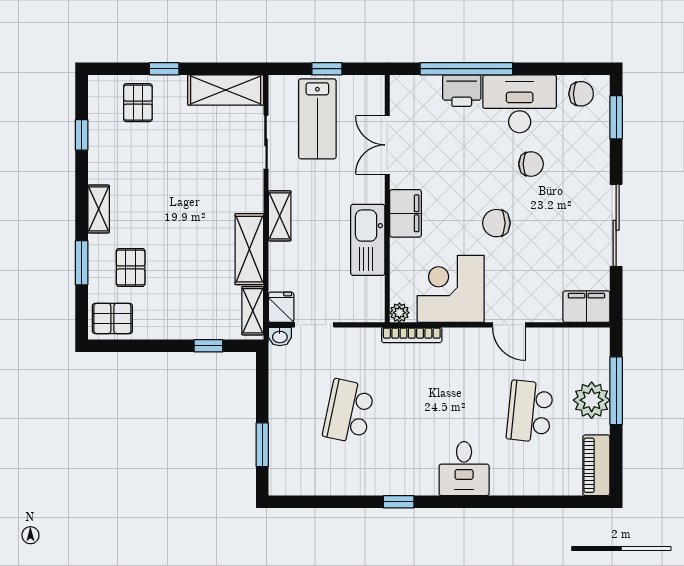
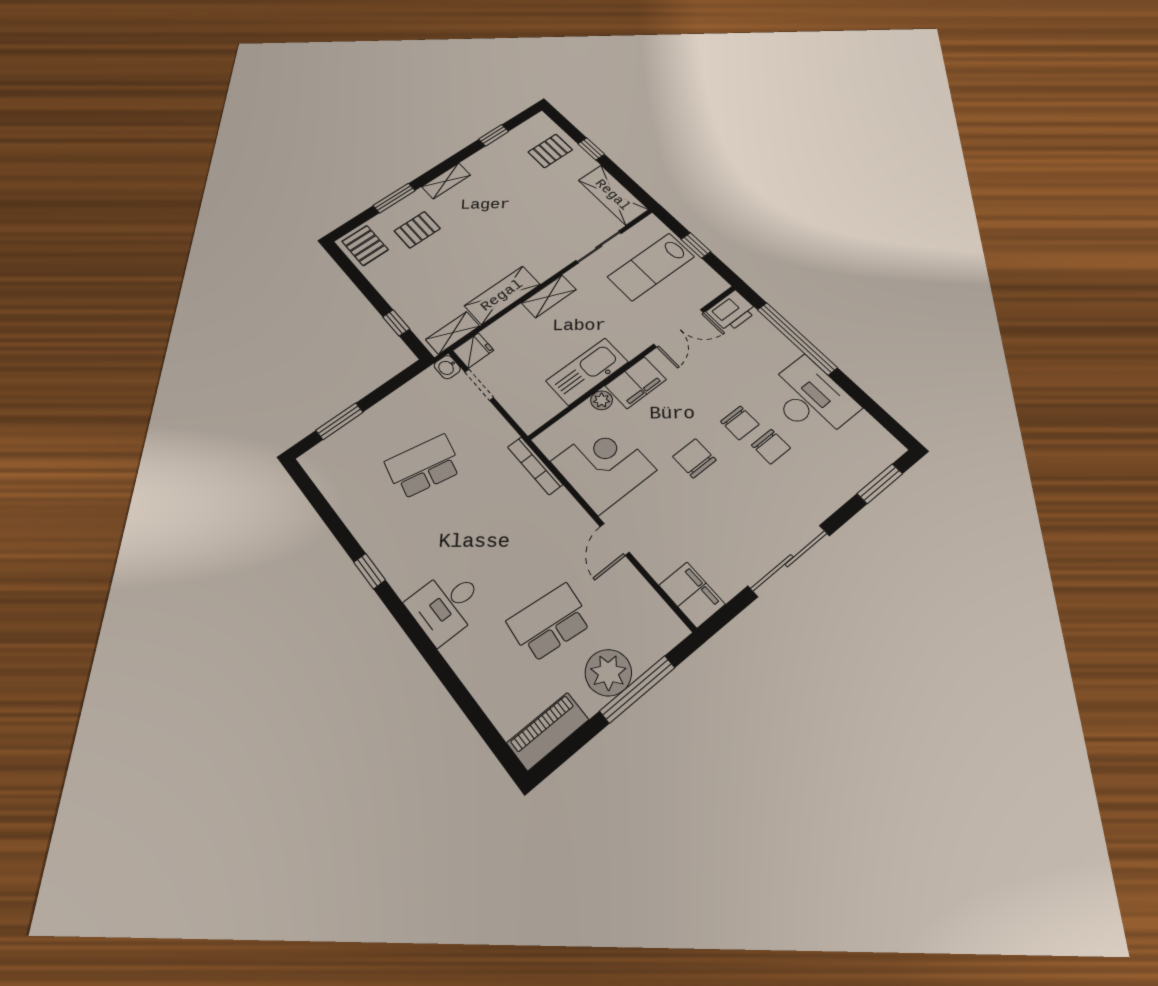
printer: (462, 91) -> (732, 311), moved, turned -90
chair: (581, 94) -> (740, 423), moved
double door: (387, 145) -> (679, 328), swing flipped
plant: (399, 313) -> (602, 400), moved

